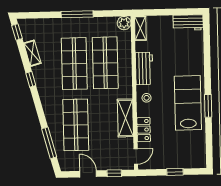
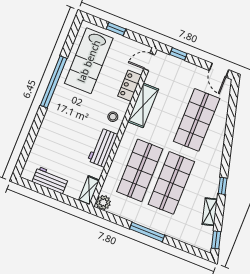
workbench: (188, 23) -> (50, 180), moved
lab bench: (188, 103) -> (89, 61), moved
window: (208, 106) -> (54, 82), width x2.11
window: (49, 143) -> (231, 113), removed
door: (88, 174) -> (219, 70), moved

